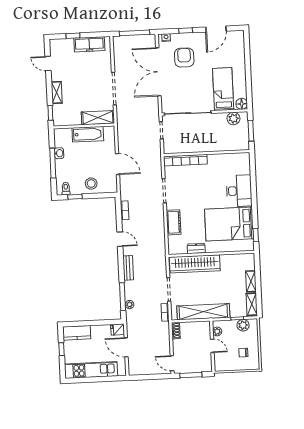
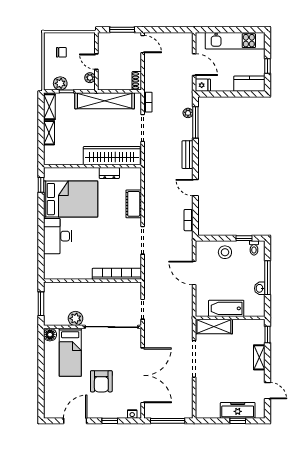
freezer: (89, 44) -> (238, 410), moved
armchair: (184, 57) -> (101, 381), moved
plant: (233, 118) -> (75, 318), moved

